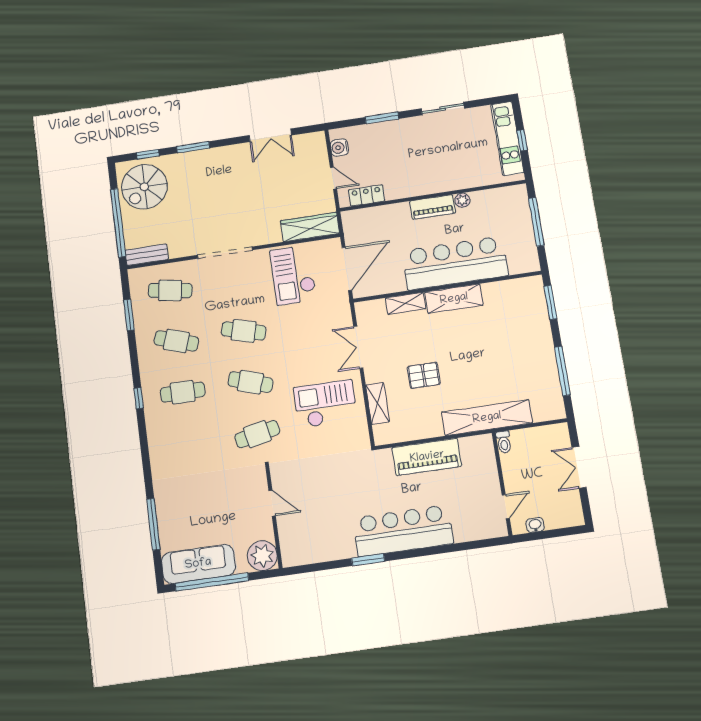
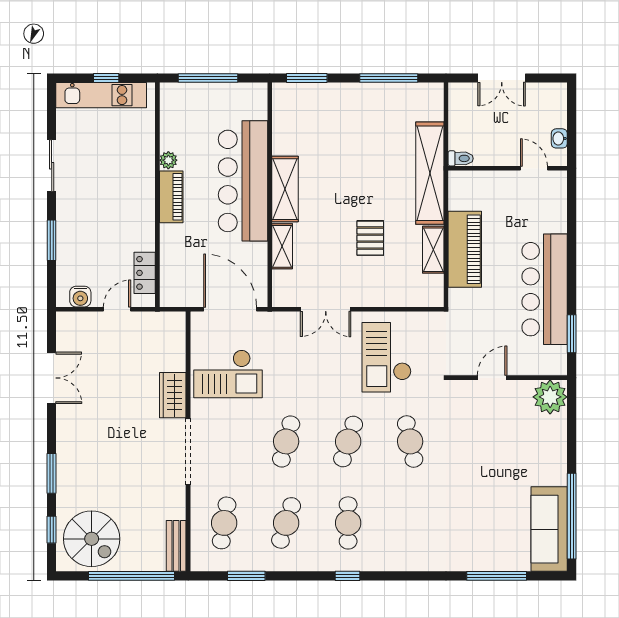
wardrobe: (310, 227) -> (173, 395), moved, width x0.67
shelving: (378, 403) -> (433, 250), moved, turned 90
door: (272, 503) -> (492, 378), moved
wall: (274, 517) -> (508, 378), moved
plant: (262, 556) -> (550, 397), moved

